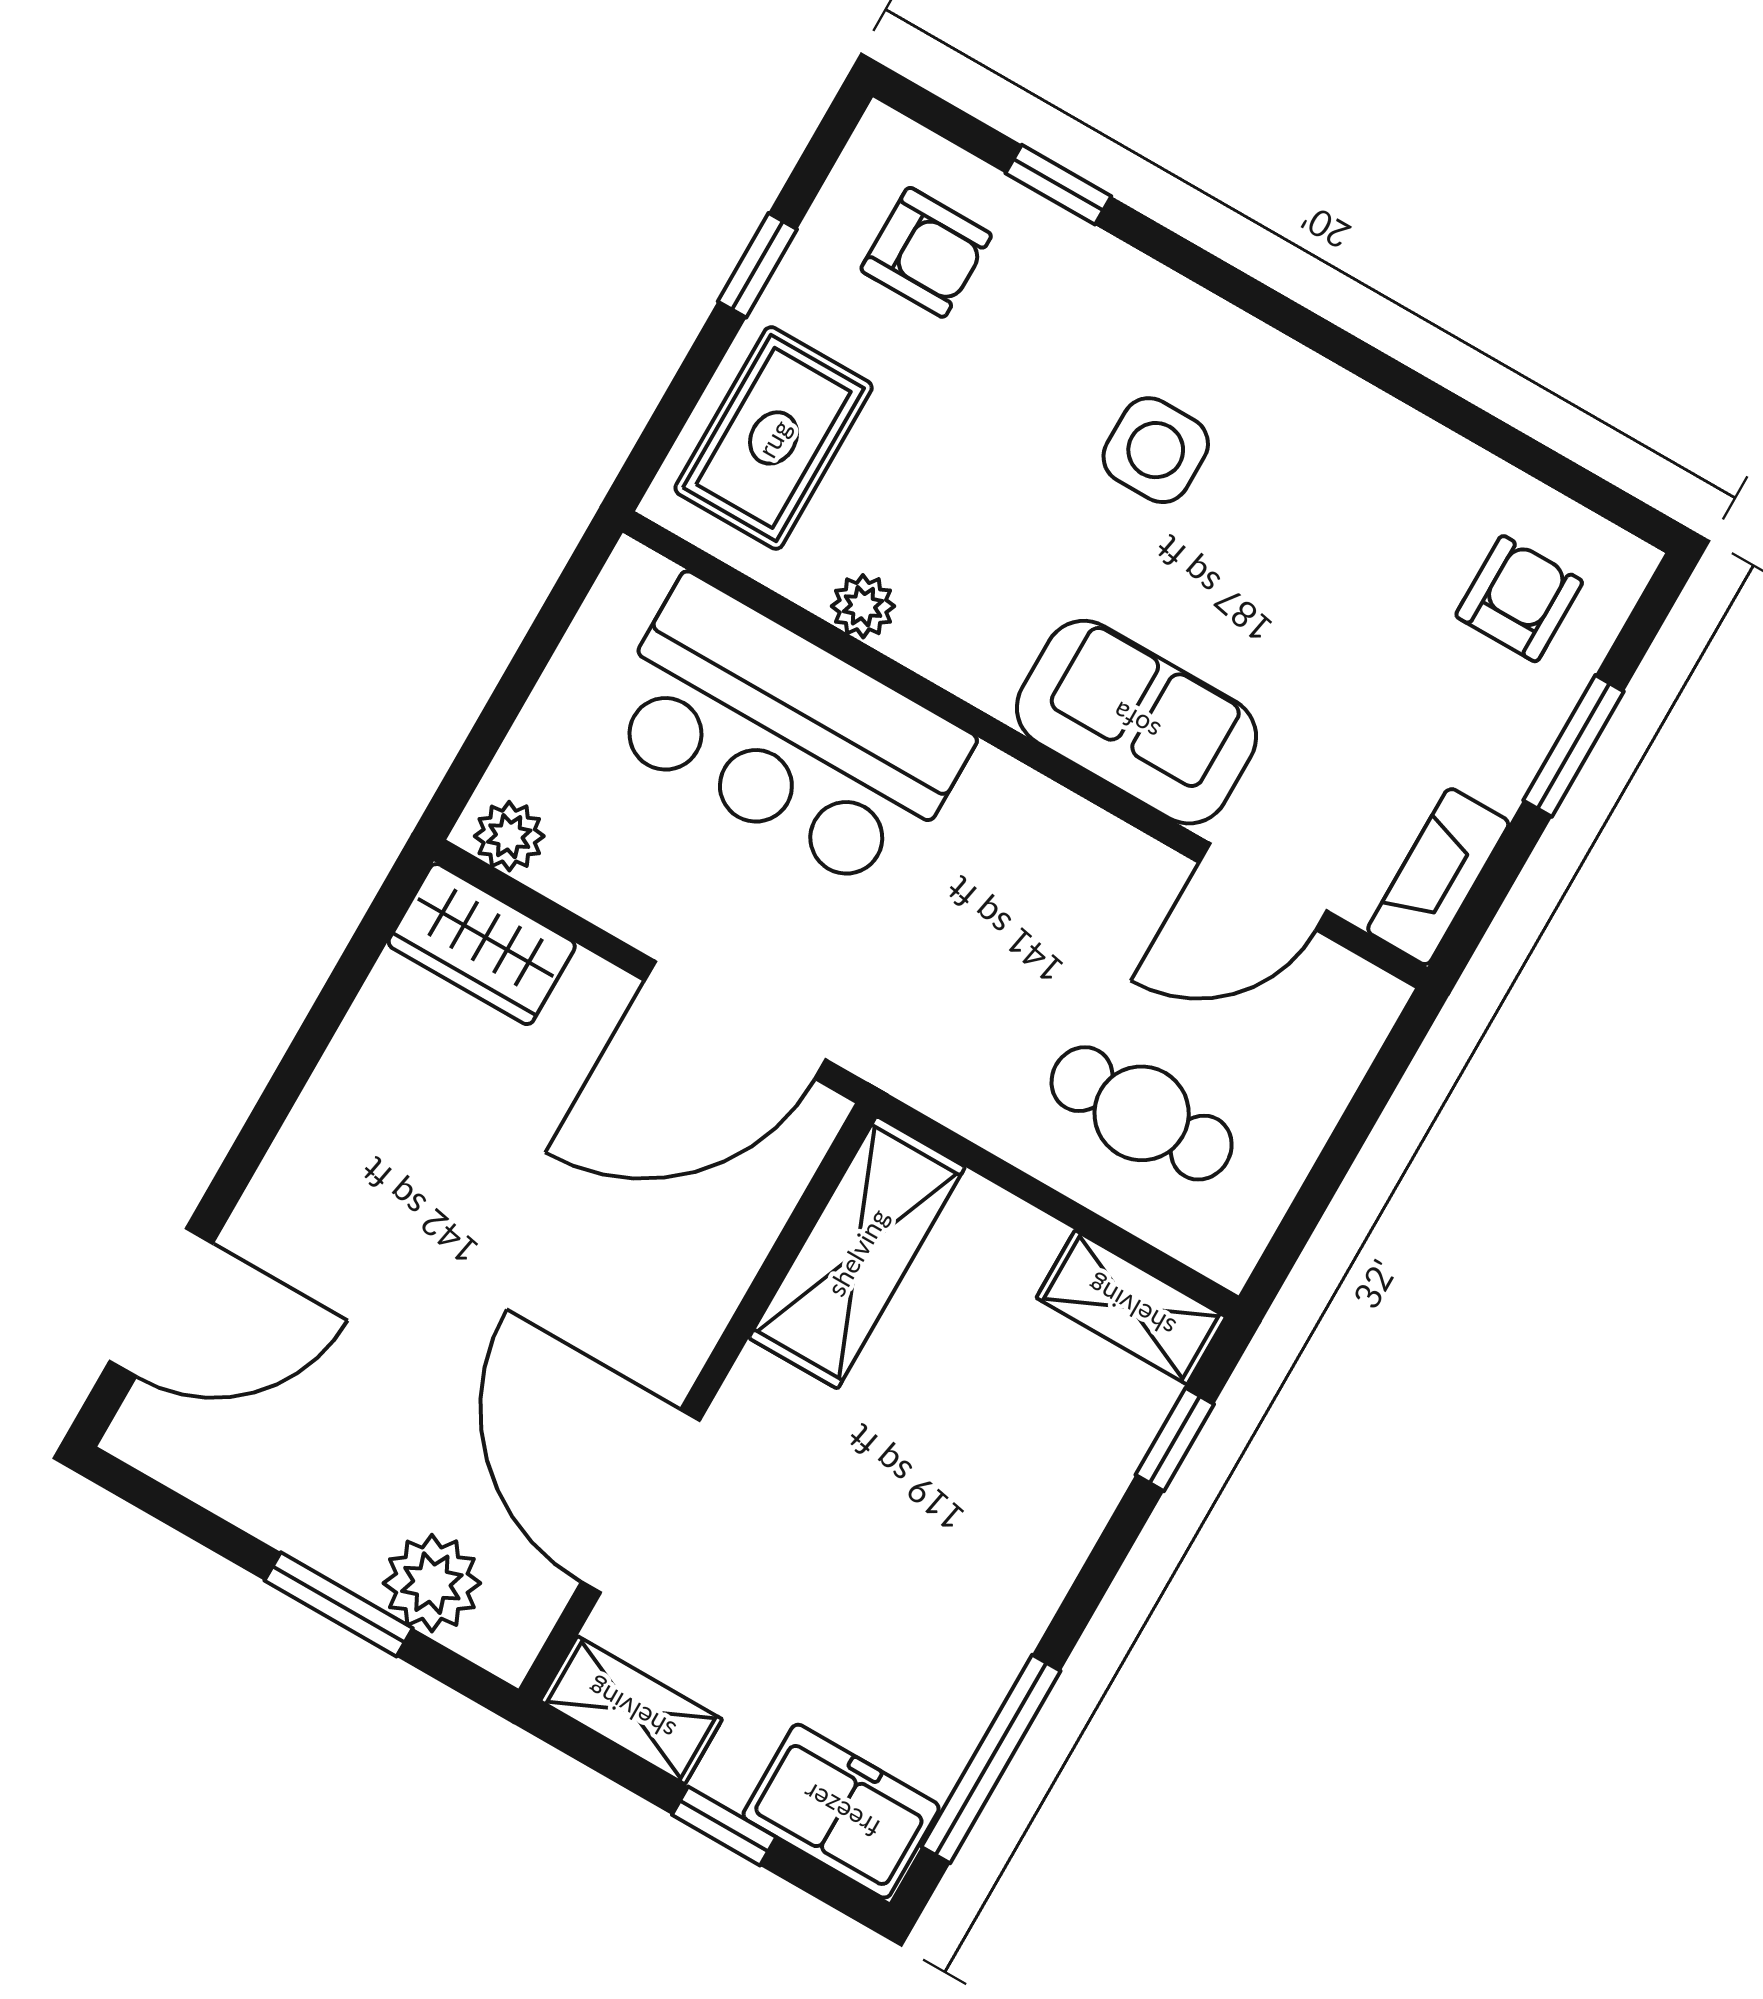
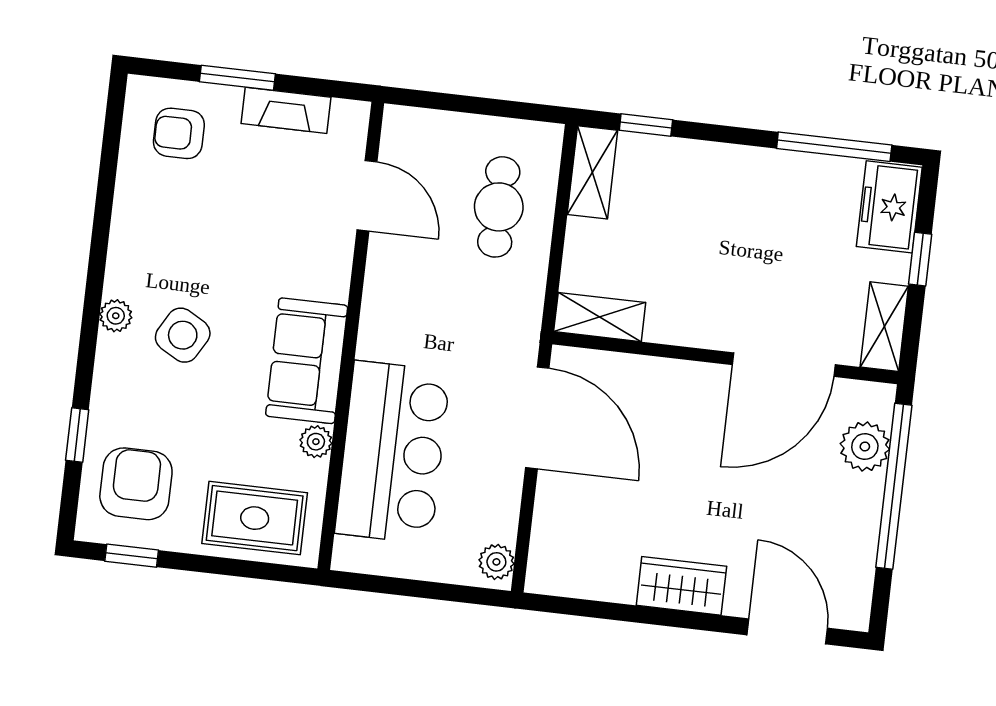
armchair: (926, 252) -> (136, 484), width x1.38, depth x1.38
window: (757, 265) -> (132, 556), moved
plant: (1242, 345) -> (116, 316), added
side table: (1156, 450) -> (183, 335), turned 30
sofa: (1136, 722) -> (307, 361), moved
fireplace: (1438, 877) -> (286, 110), moved
wardrobe: (482, 944) -> (681, 586), moved, turned -90
shelving: (857, 1252) -> (600, 317), width x0.67, depth x0.75
window: (339, 1604) -> (894, 486), width x2.11

